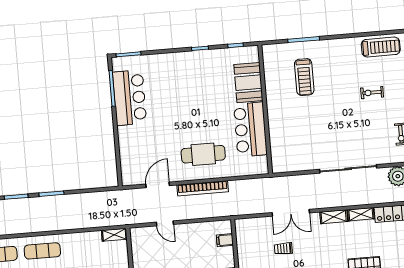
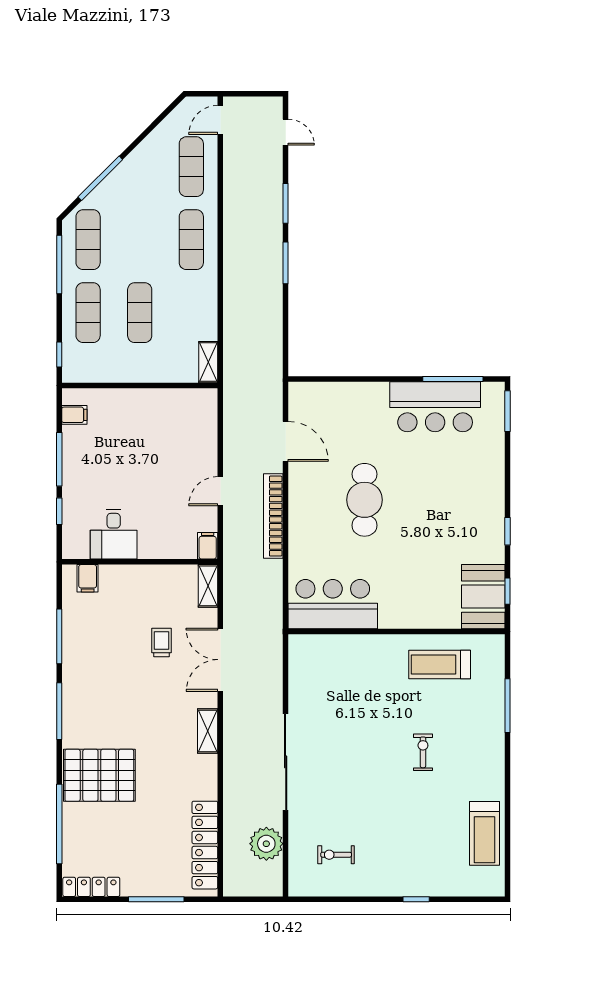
treadmill: (304, 77) -> (440, 664), moved
booth: (248, 83) -> (483, 597), moved, turned 90
exercise bike: (372, 93) -> (423, 752), moved
bar counter: (250, 129) -> (333, 604), moved
cafe table: (203, 154) -> (365, 500), moved
shelving: (361, 214) -> (208, 586), moved
door: (165, 223) -> (220, 491), moved
filing cabinet: (225, 240) -> (208, 546), moved

